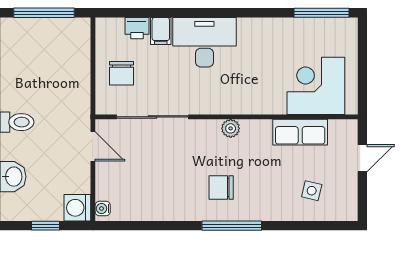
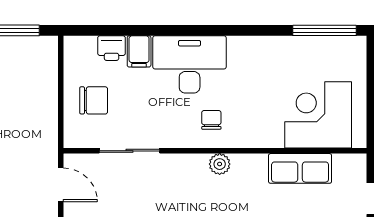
chair: (121, 73) -> (94, 100), turned -90
chair: (223, 90) -> (211, 120), added
sliding door: (152, 117) -> (129, 151), width x0.73

